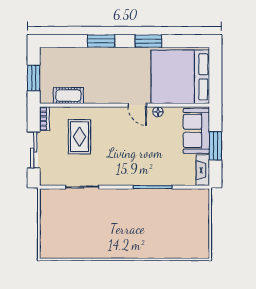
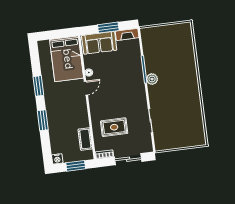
nightstand: (46, 54) -> (57, 159), added
bed: (180, 77) -> (67, 59), width x0.73
plant: (138, 196) -> (152, 79), added

